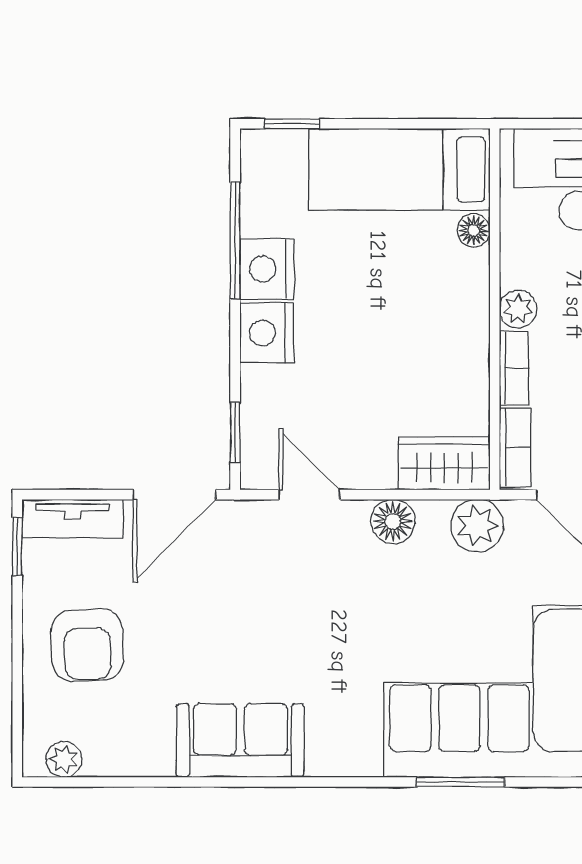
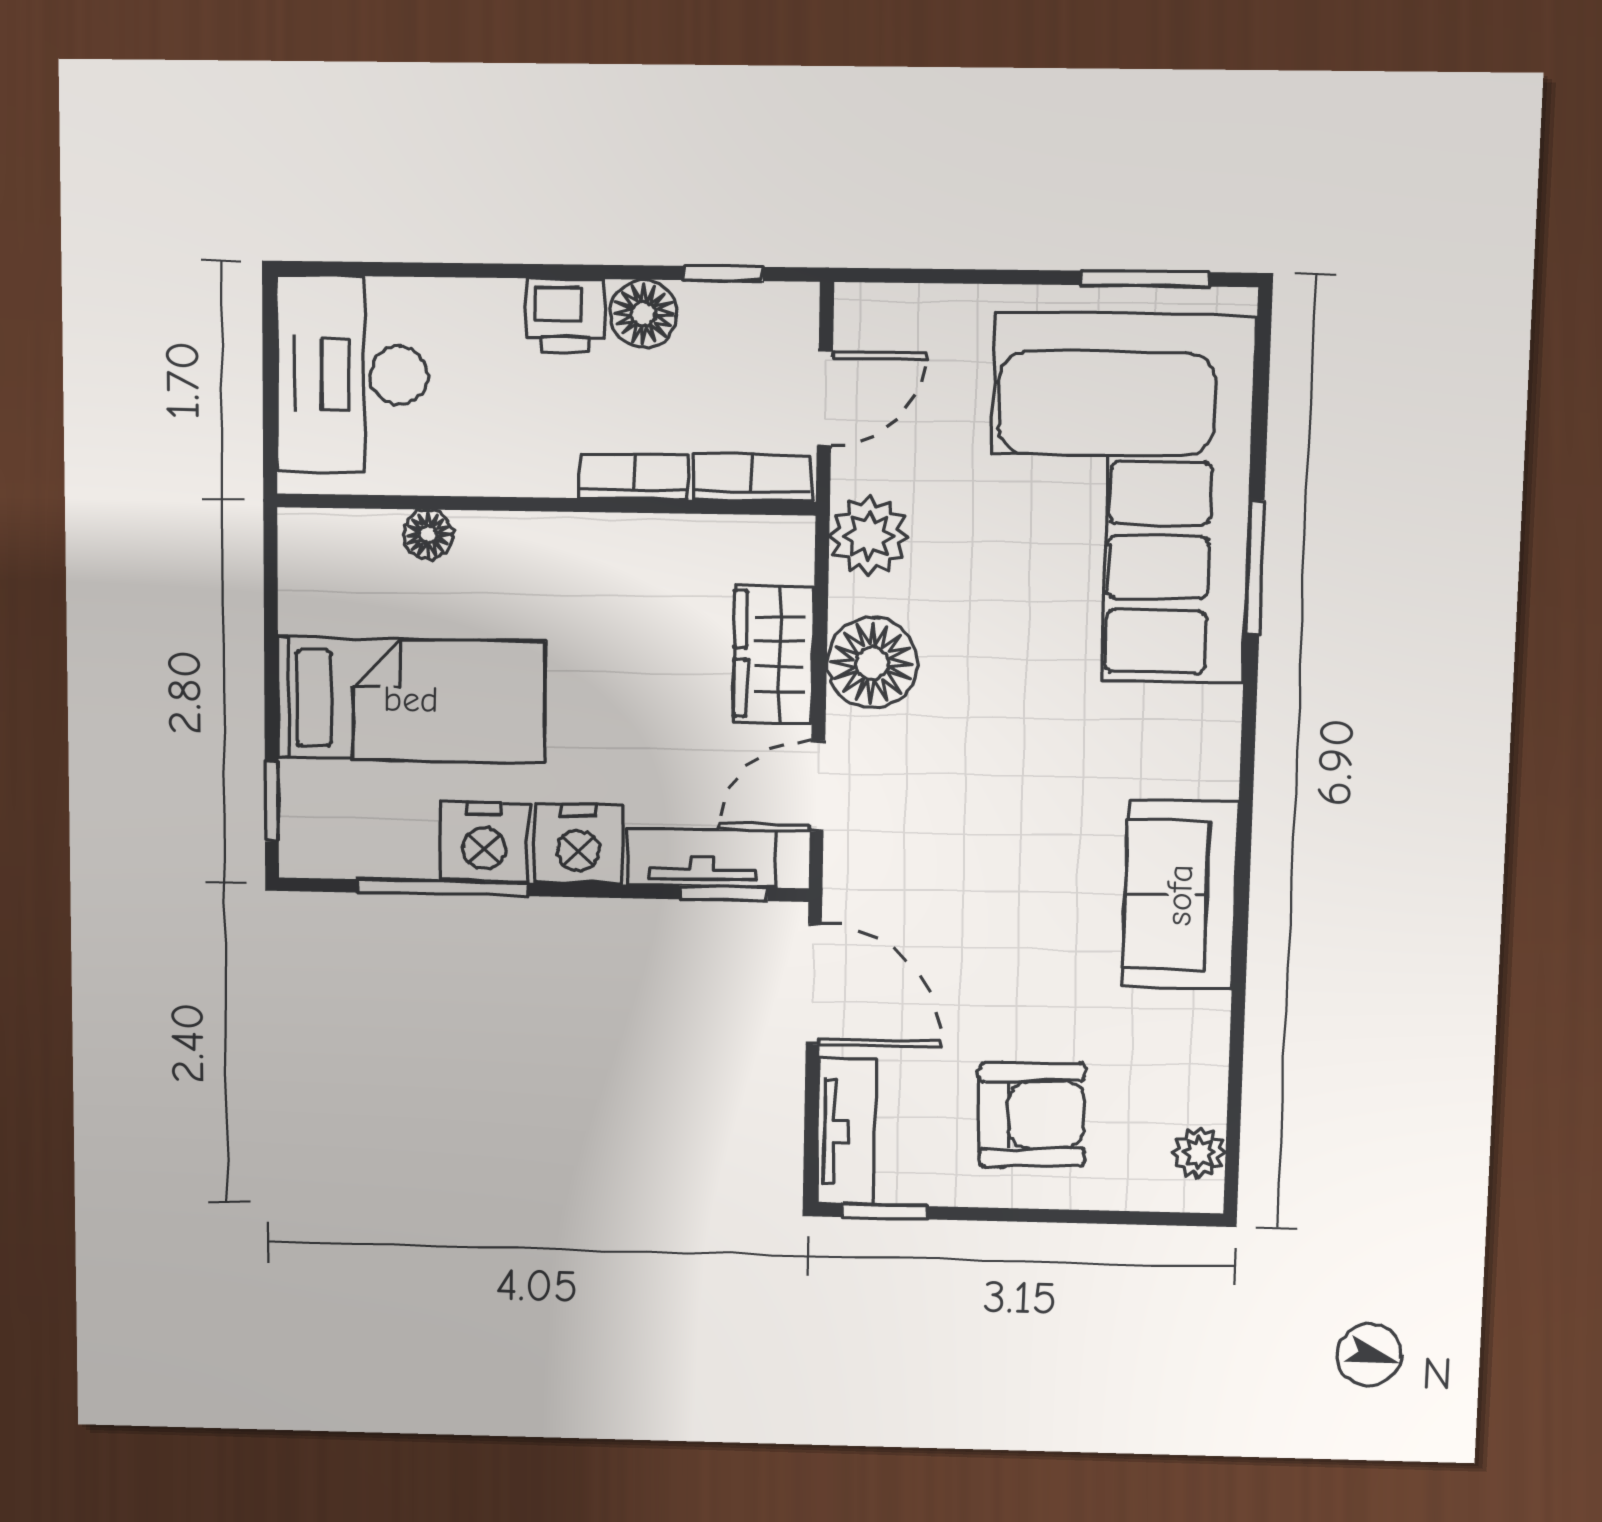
bed: (399, 169) -> (411, 700), moved, turned -90
plant: (518, 309) -> (545, 469), removed
tv unit: (259, 417) -> (702, 858), added
wardrobe: (444, 463) -> (773, 654), moved
floor lamp: (393, 521) -> (872, 663), width x1.38, depth x1.38

